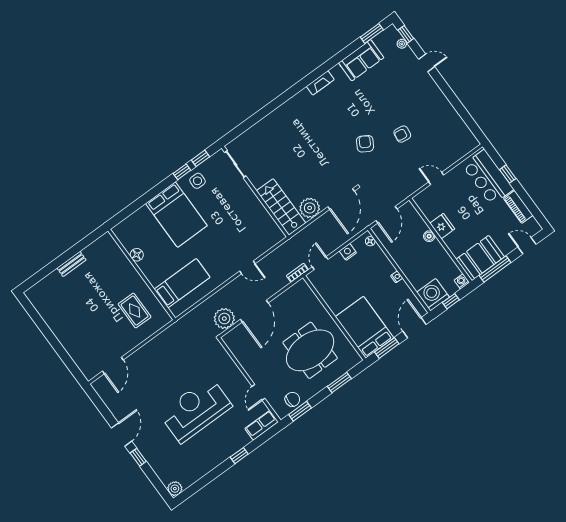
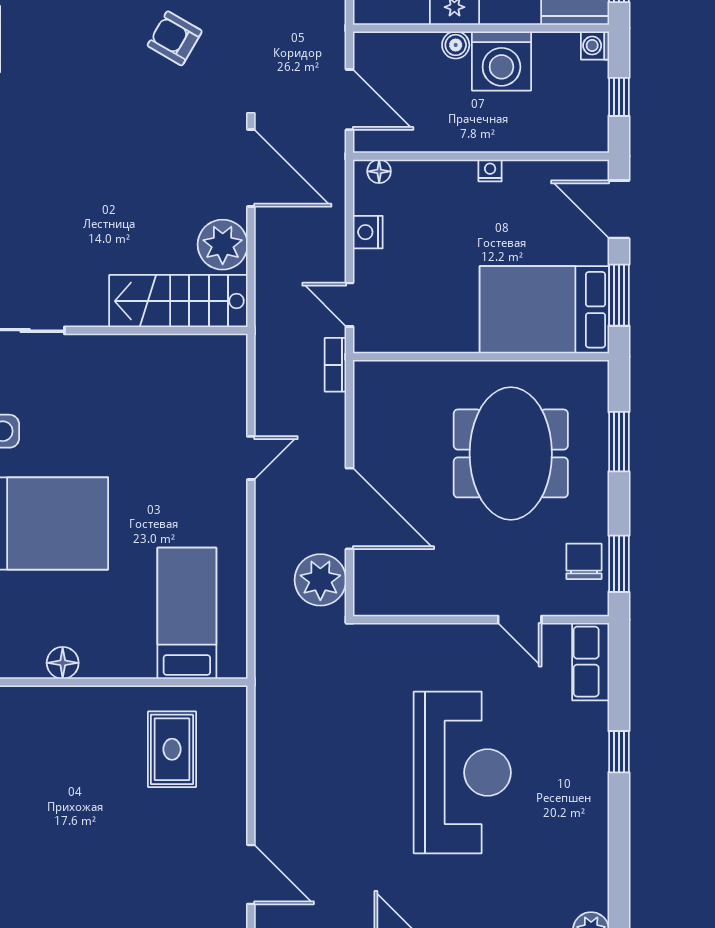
washing machine: (433, 295) -> (501, 61), moved, turned -90
rug: (135, 310) -> (172, 749), turned 90
reception desk: (196, 410) -> (462, 772), turned 180

